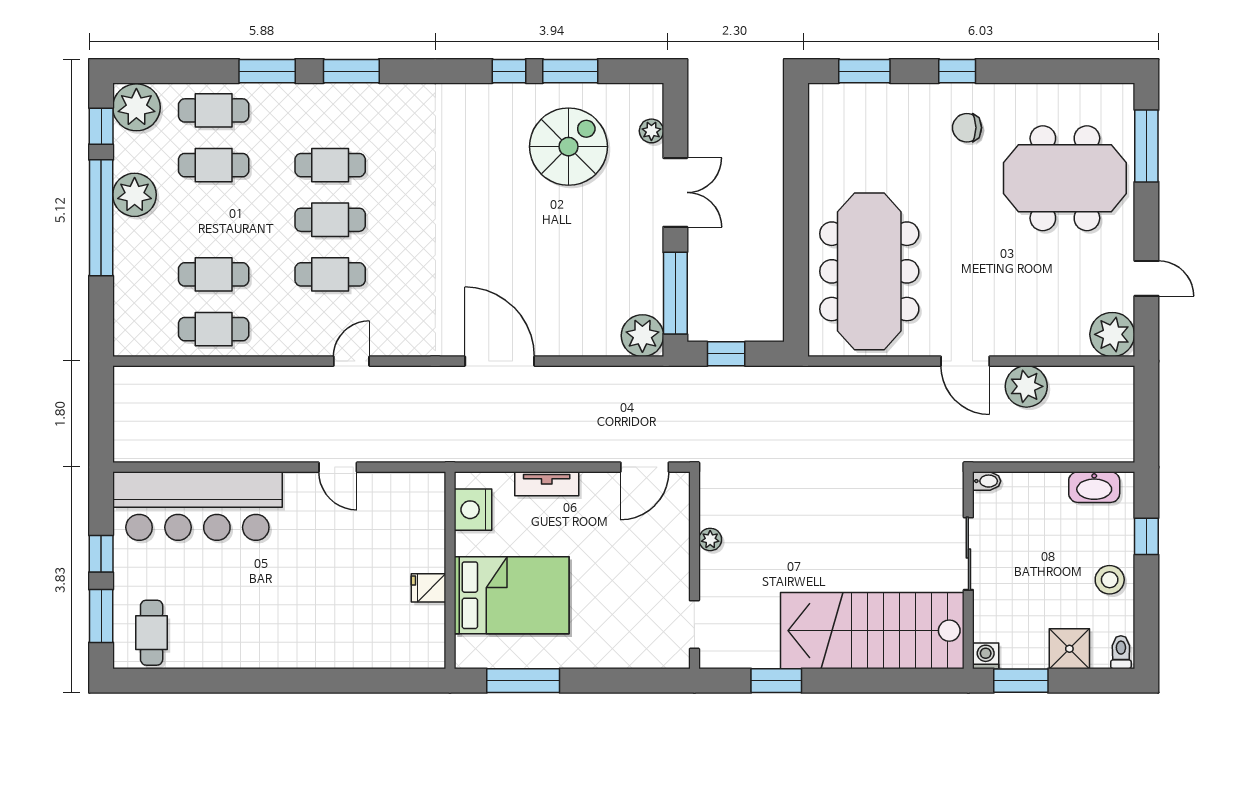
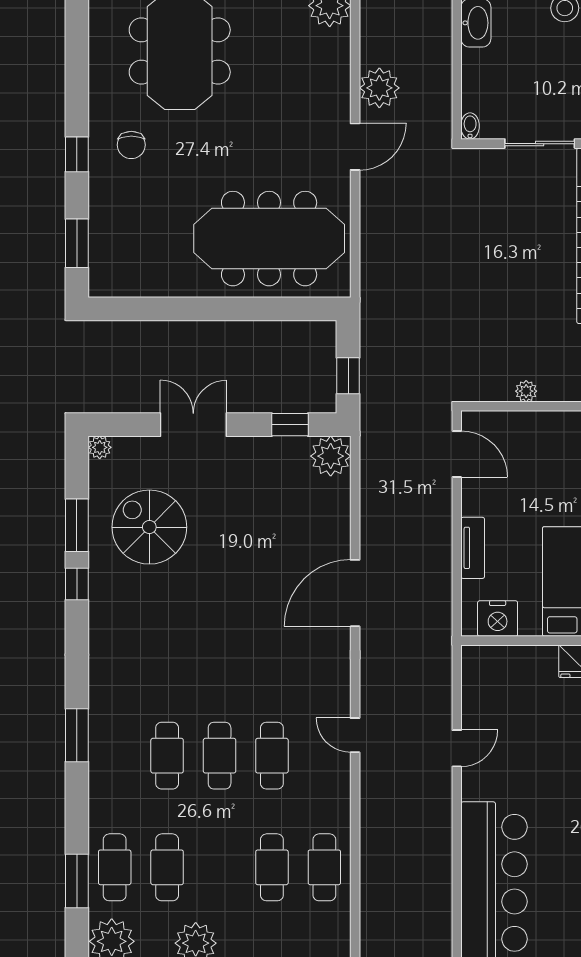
window: (267, 71) -> (77, 881), moved
plant: (651, 131) -> (100, 447), moved
window: (675, 293) -> (290, 425), width x0.46

